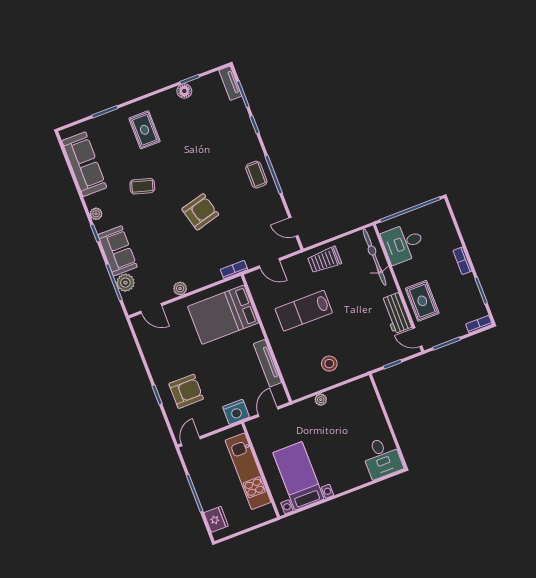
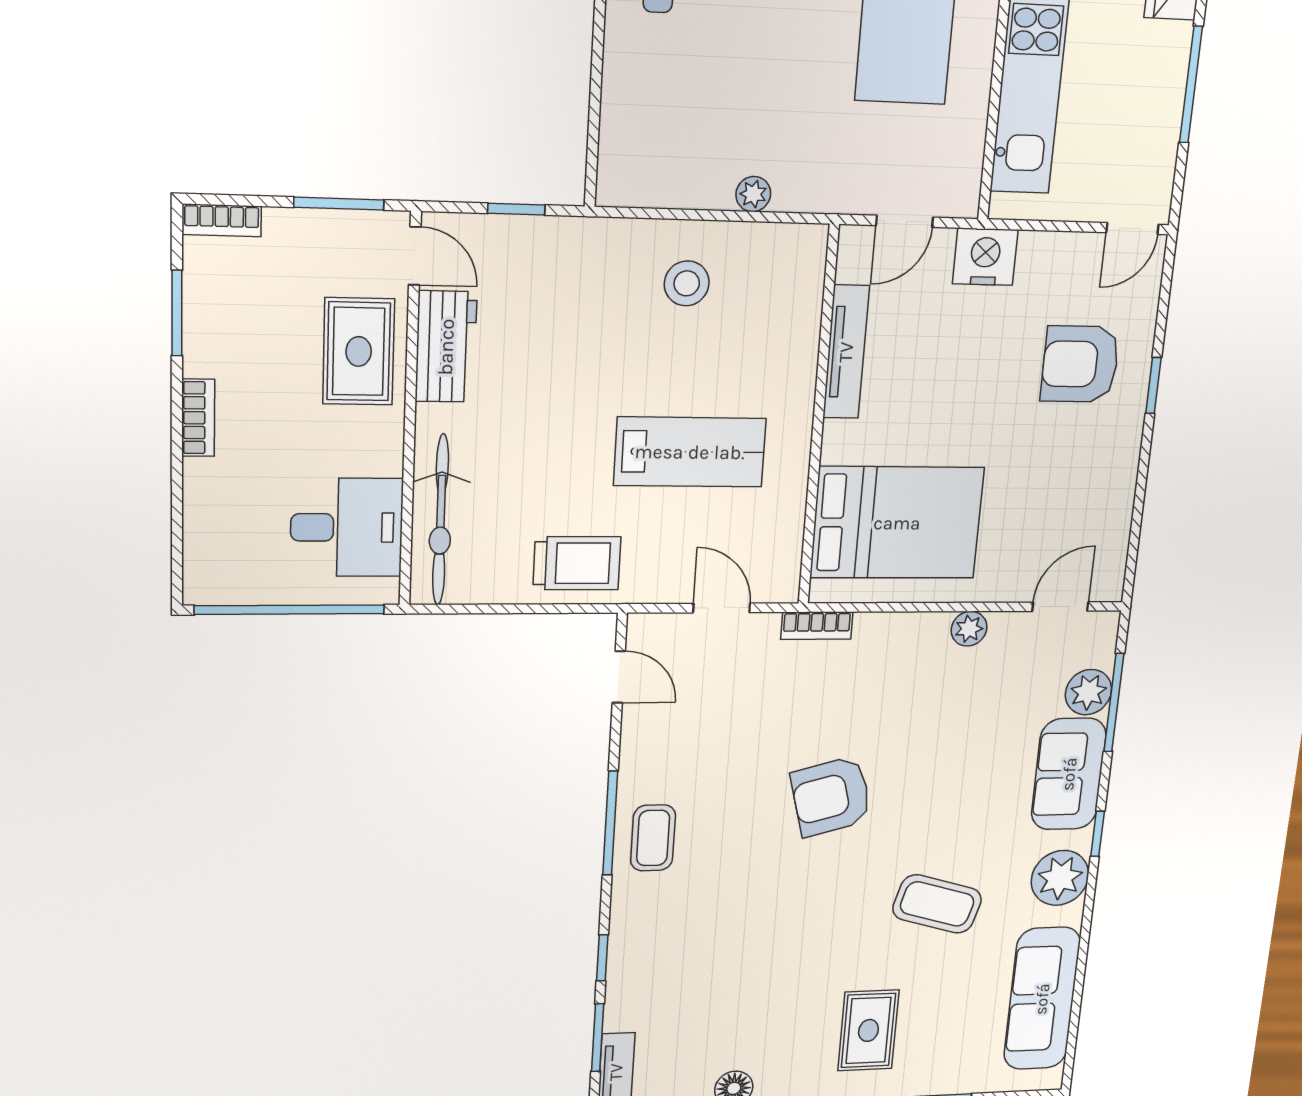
coffee table: (142, 186) -> (937, 904), width x1.36, depth x1.30
plant: (96, 214) -> (1060, 878), width x1.88, depth x1.88
door: (151, 308) -> (1060, 607), hinge flipped

